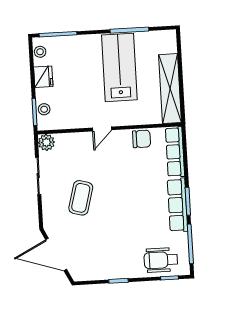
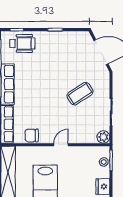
coffee table: (81, 198) -> (80, 94), turned 42

